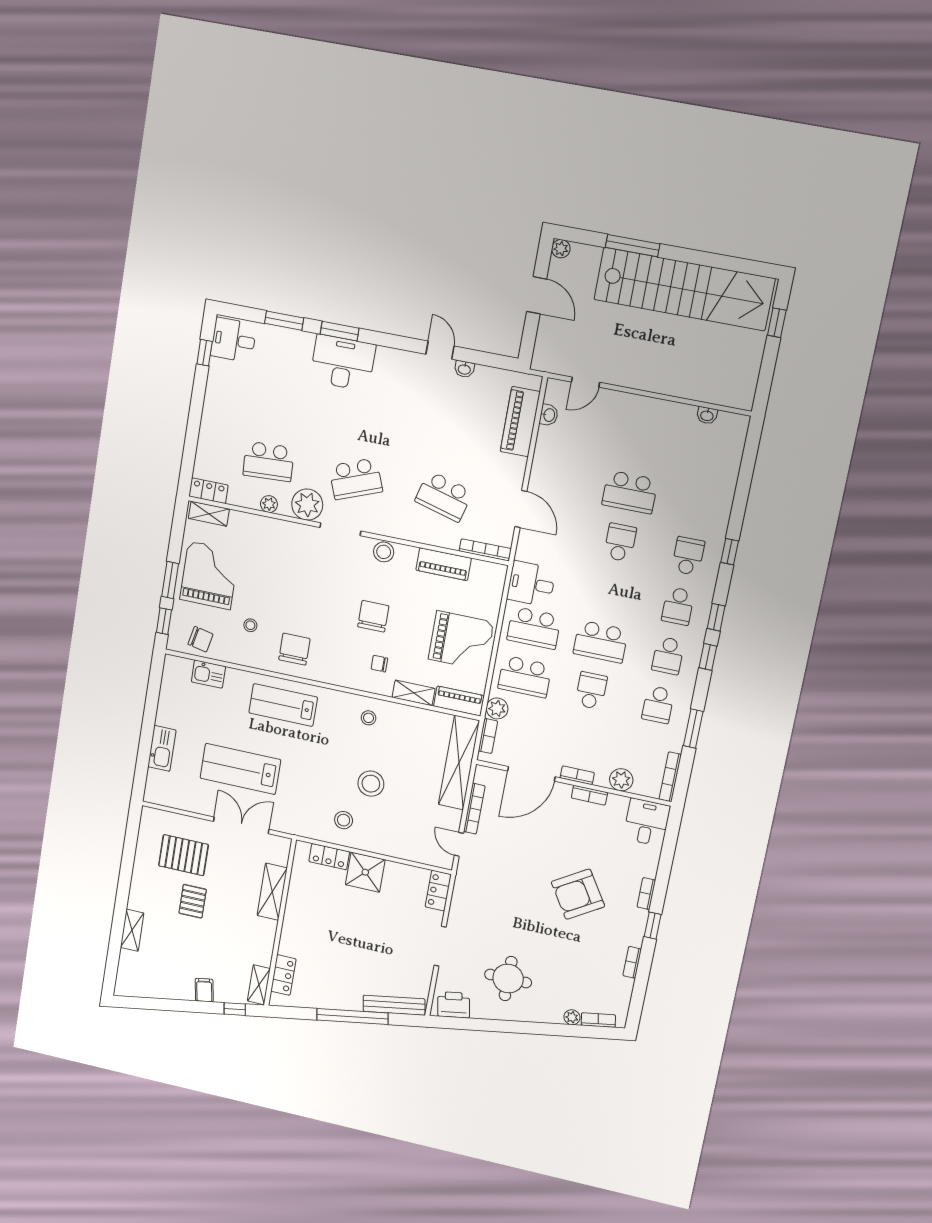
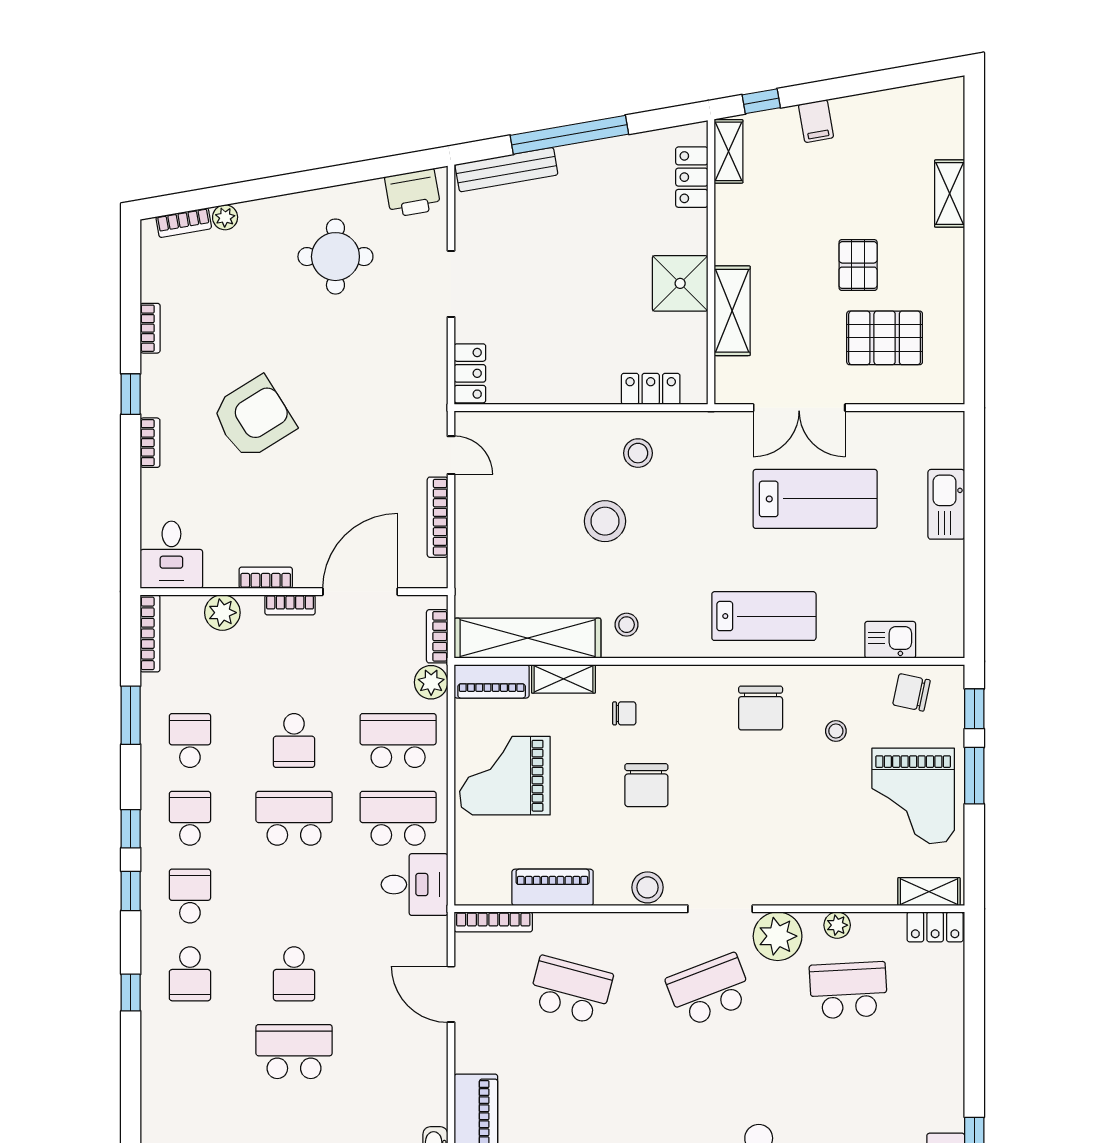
shelving: (459, 763) -> (528, 638), moved, turned 90
shower: (365, 872) -> (680, 283), moved

